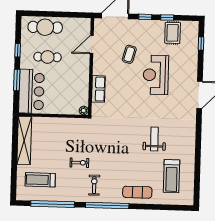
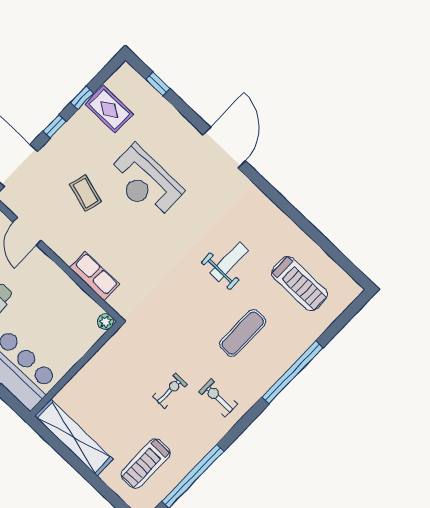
weight bench: (154, 139) -> (229, 262), turned 90
exercise mat: (137, 192) -> (243, 333), moved
window: (107, 206) -> (292, 372), moved

